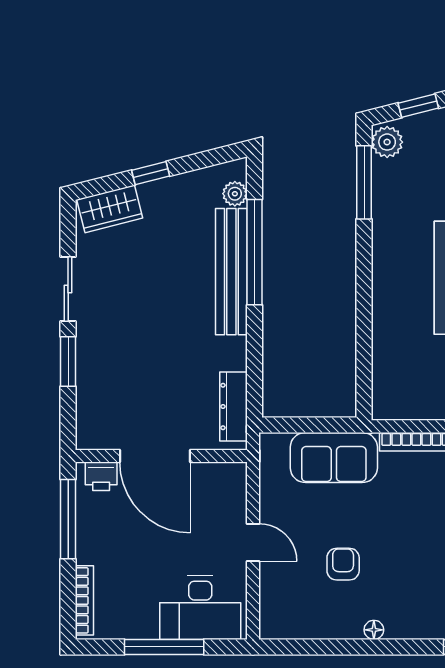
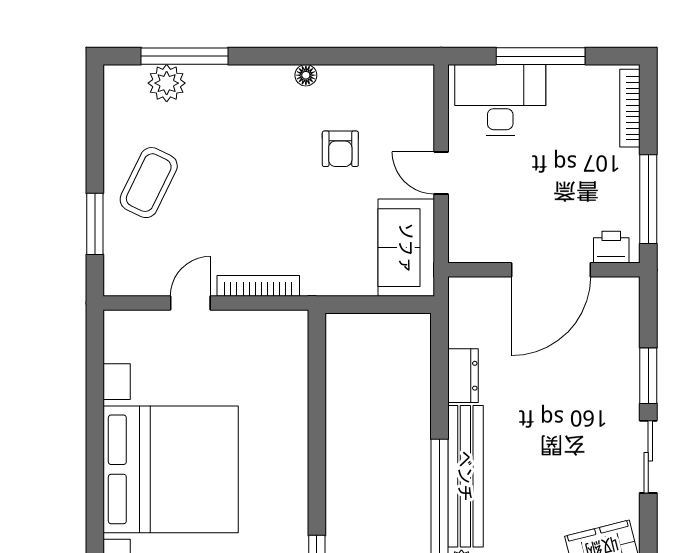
dresser: (234, 407) -> (463, 376), moved, width x0.70
door: (155, 456) -> (551, 270), swing flipped
sofa: (334, 458) -> (406, 248), moved, turned -90

